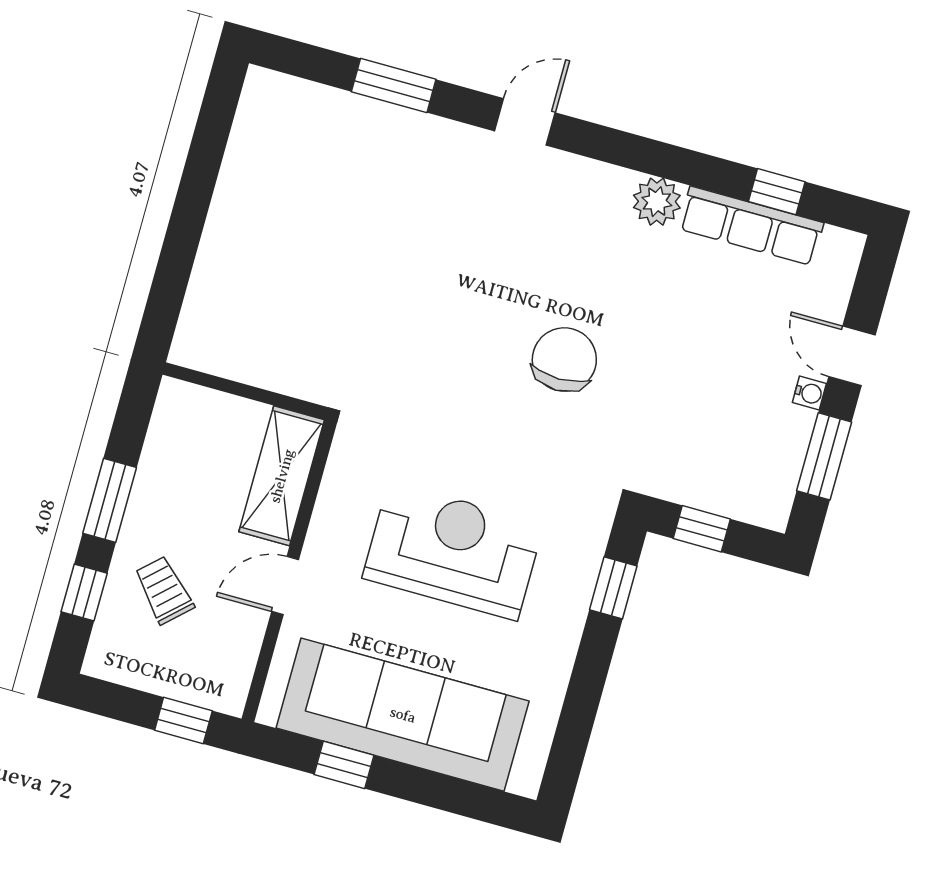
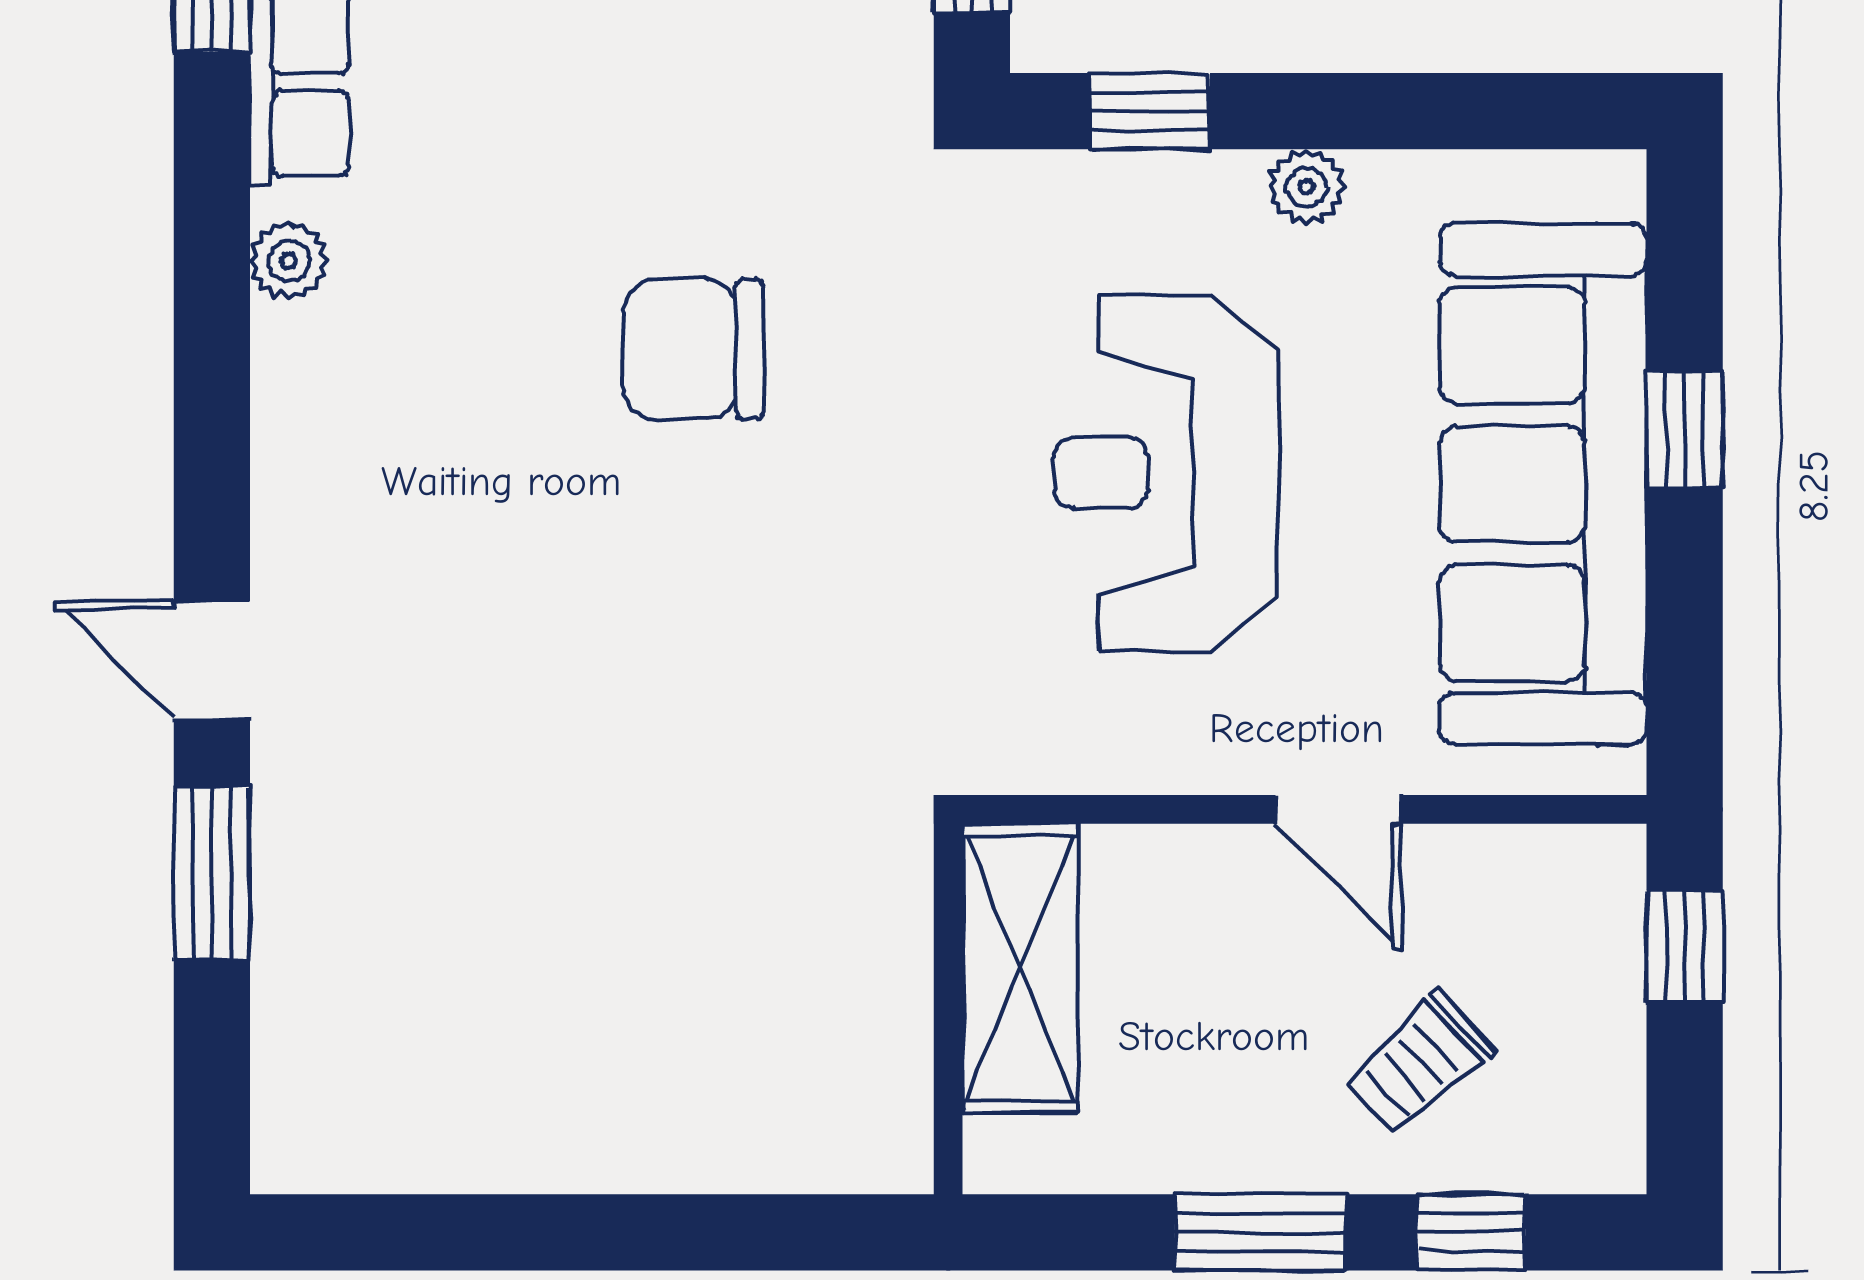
door: (525, 122) -> (212, 660), moved
plant: (657, 202) -> (289, 261), width x0.73, depth x0.73
shelving: (282, 476) -> (1020, 968), moved, turned 90
plant: (561, 647) -> (1307, 187), added
window: (344, 765) -> (1685, 430), moved

